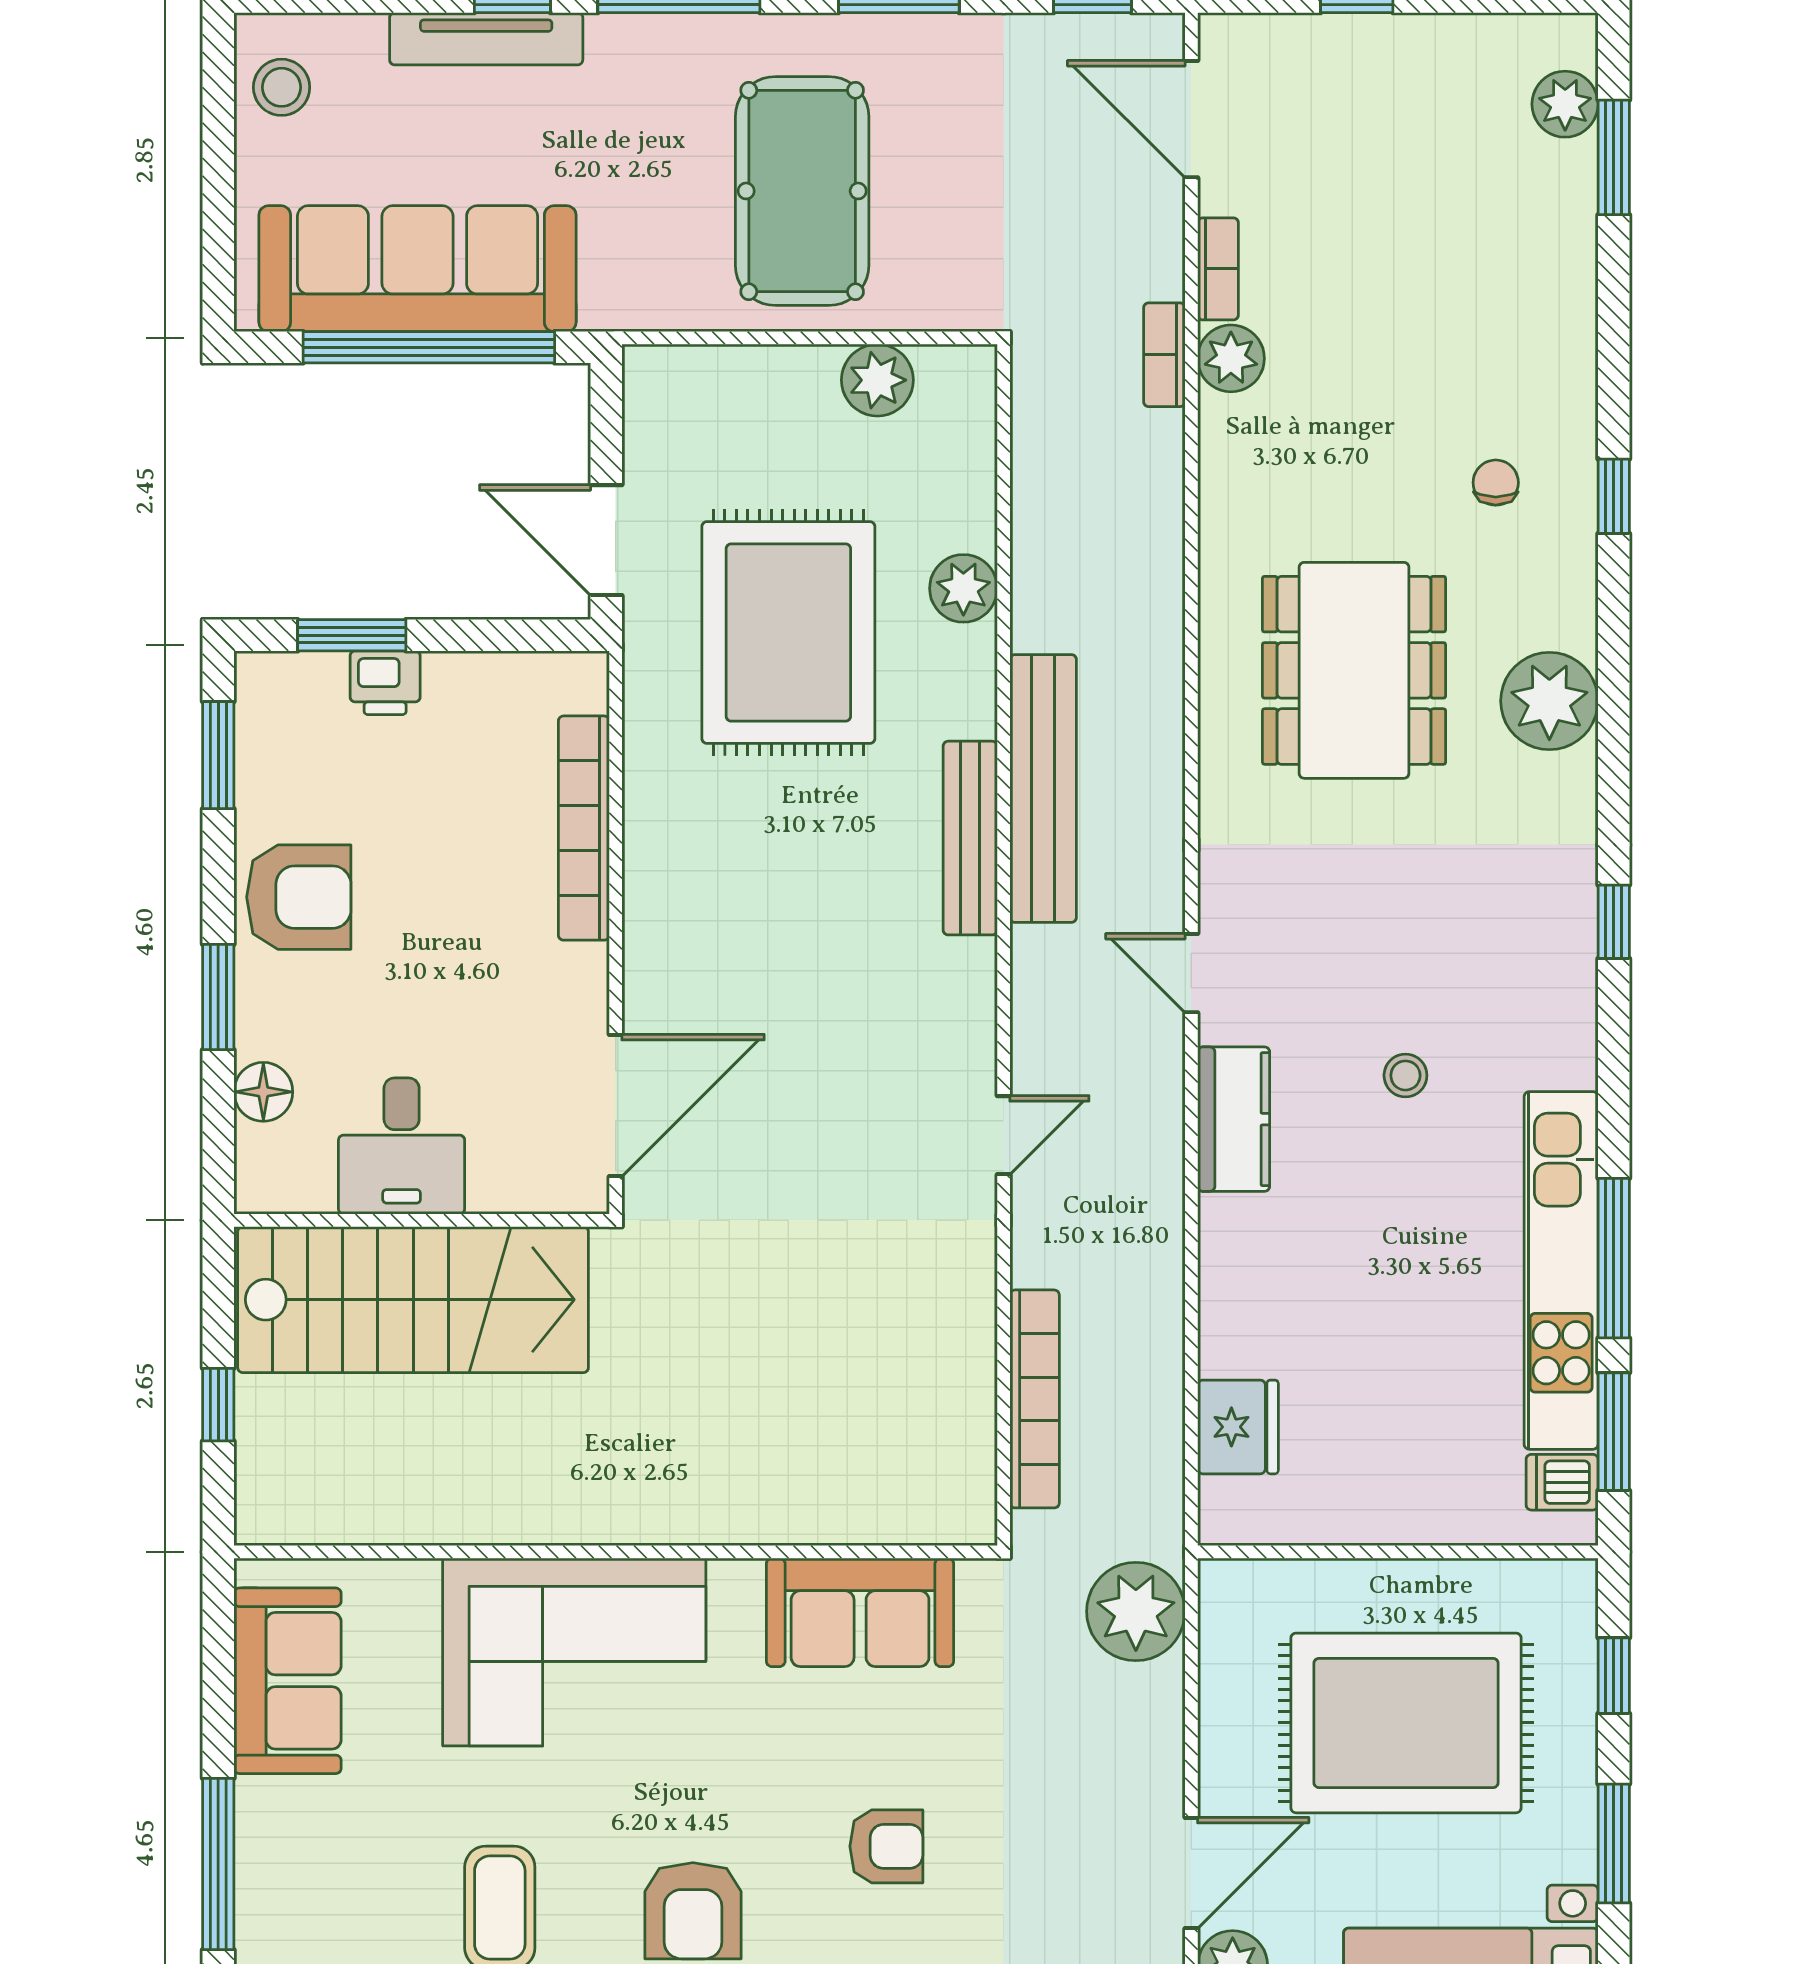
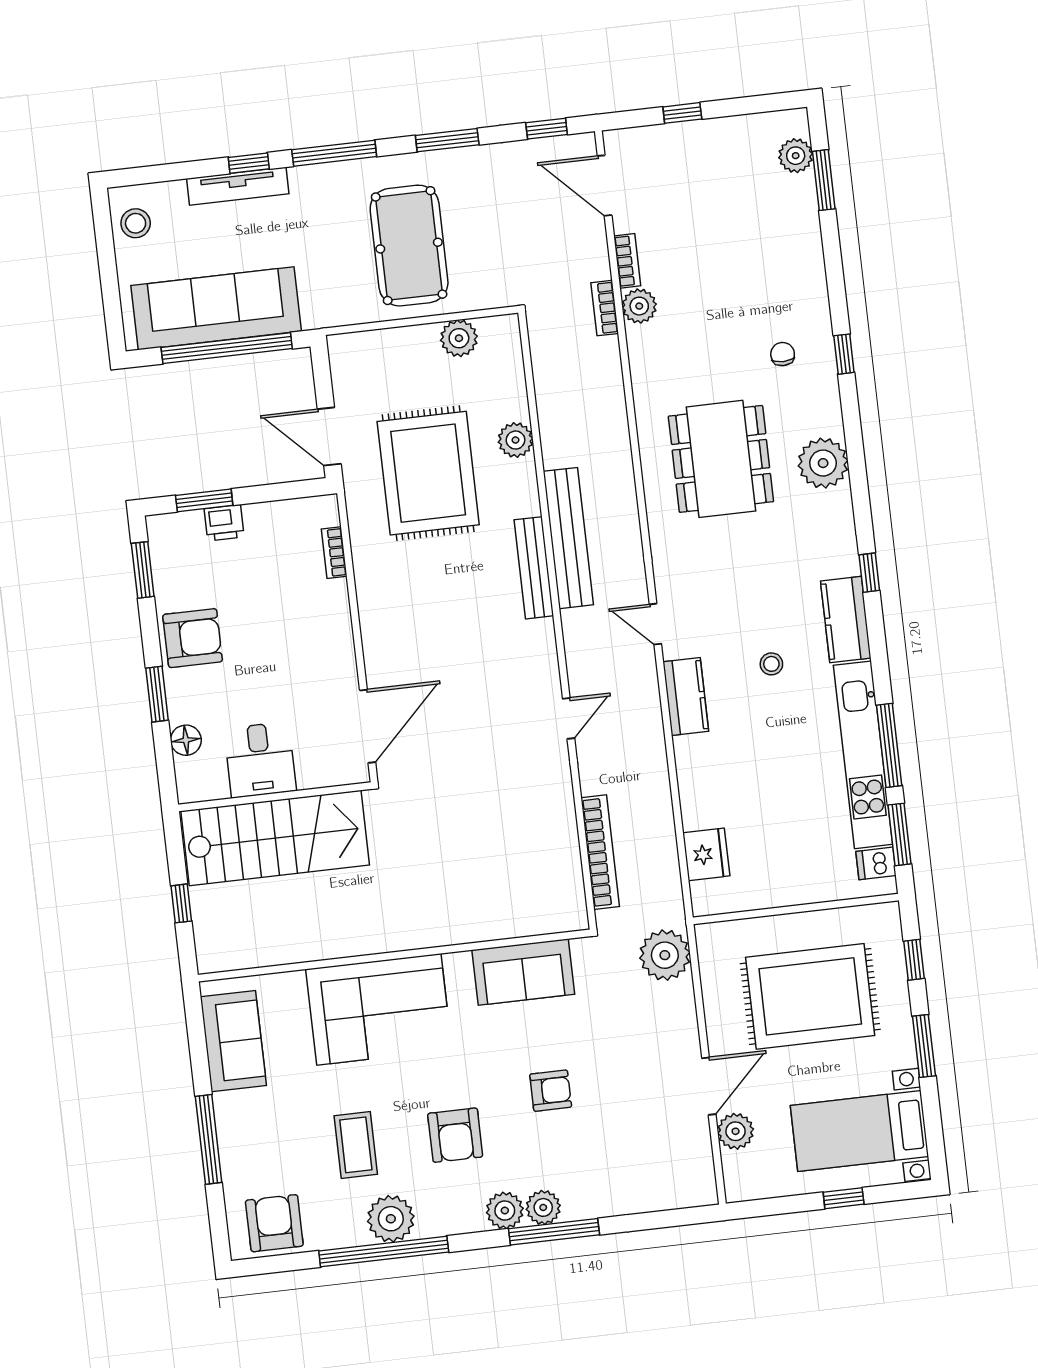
bookcase: (584, 828) -> (334, 553), width x0.43, depth x0.76
kitchen counter: (1558, 1007) -> (846, 620), added

